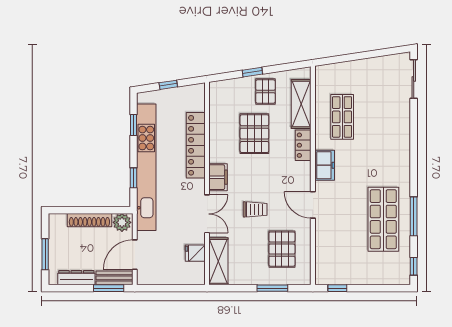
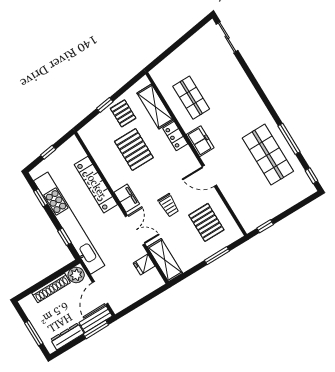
trolley: (255, 209) -> (169, 205), turned 90

